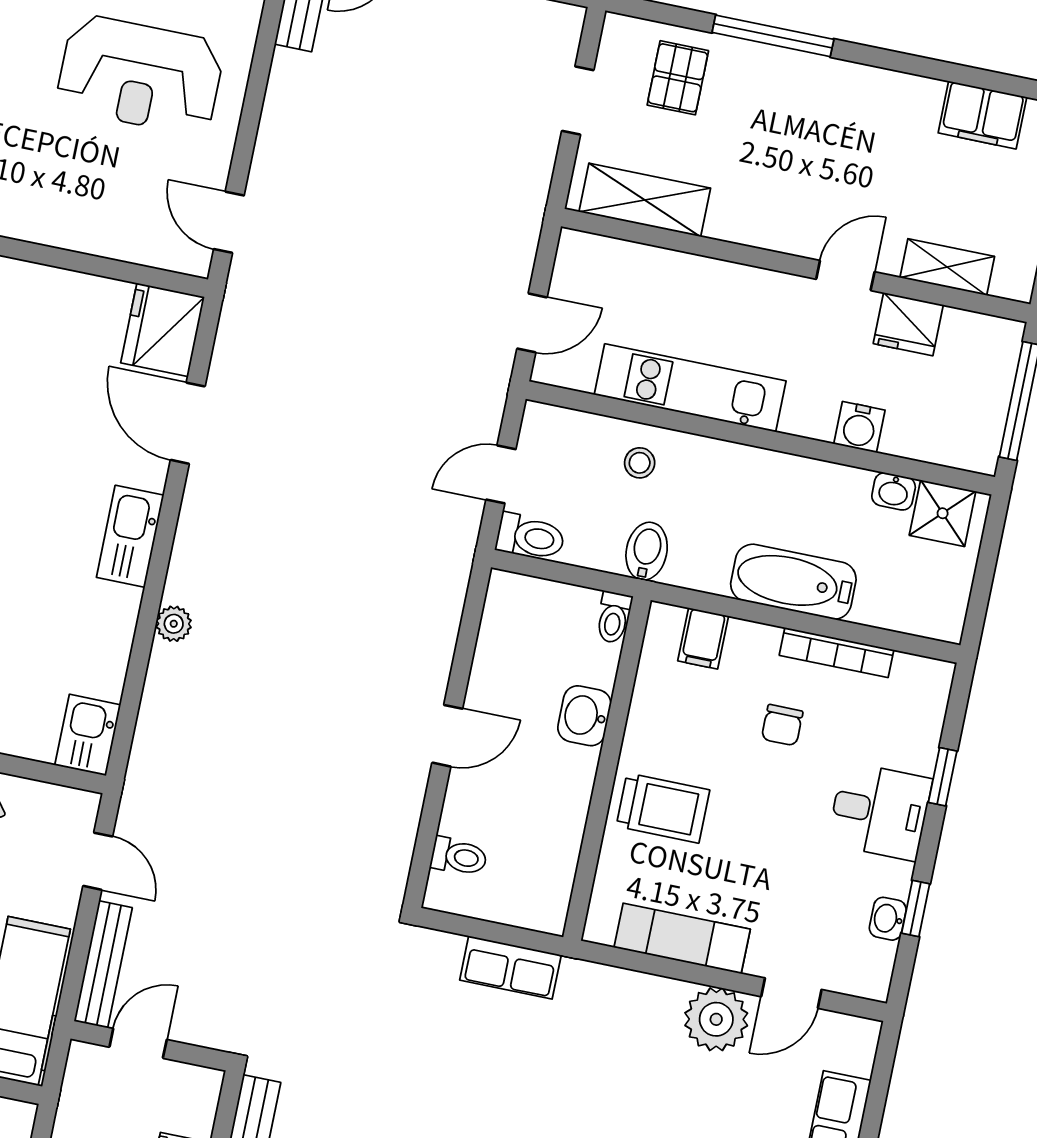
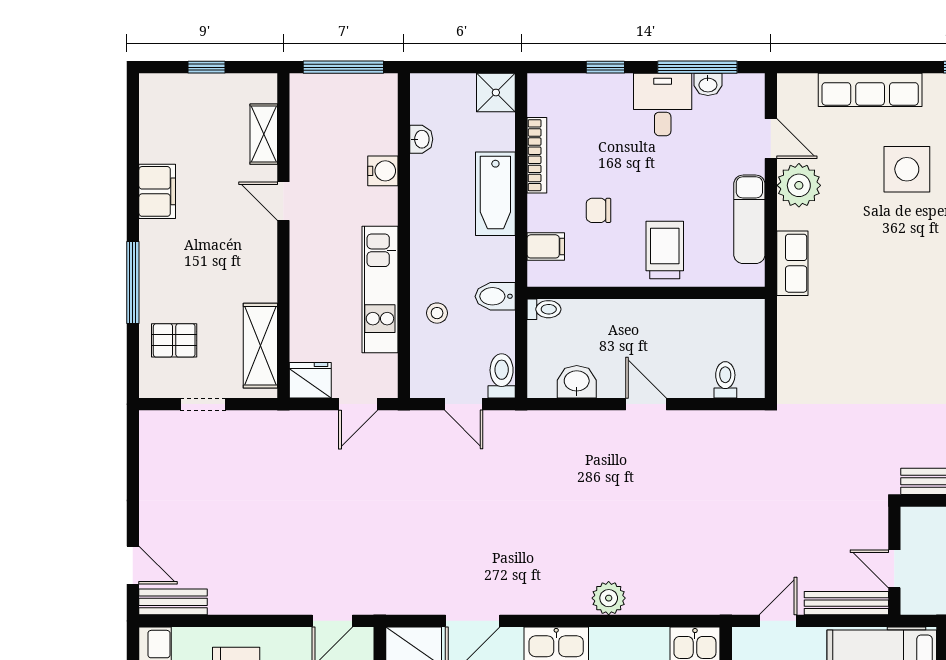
filing cabinet: (982, 115) -> (157, 191), moved
door: (532, 323) -> (358, 404), swing flipped
fridge: (908, 324) -> (310, 380), moved, turned -90
shower: (943, 513) -> (496, 93), moved
plant: (174, 624) -> (609, 598), width x1.38, depth x1.38
washbasin: (584, 716) -> (577, 382), moved, turned 180
chair: (782, 725) -> (599, 210), moved, turned 180
desk: (880, 811) -> (663, 105), moved
window: (916, 908) -> (697, 67), width x2.17
row of seats: (510, 967) -> (792, 263), moved

